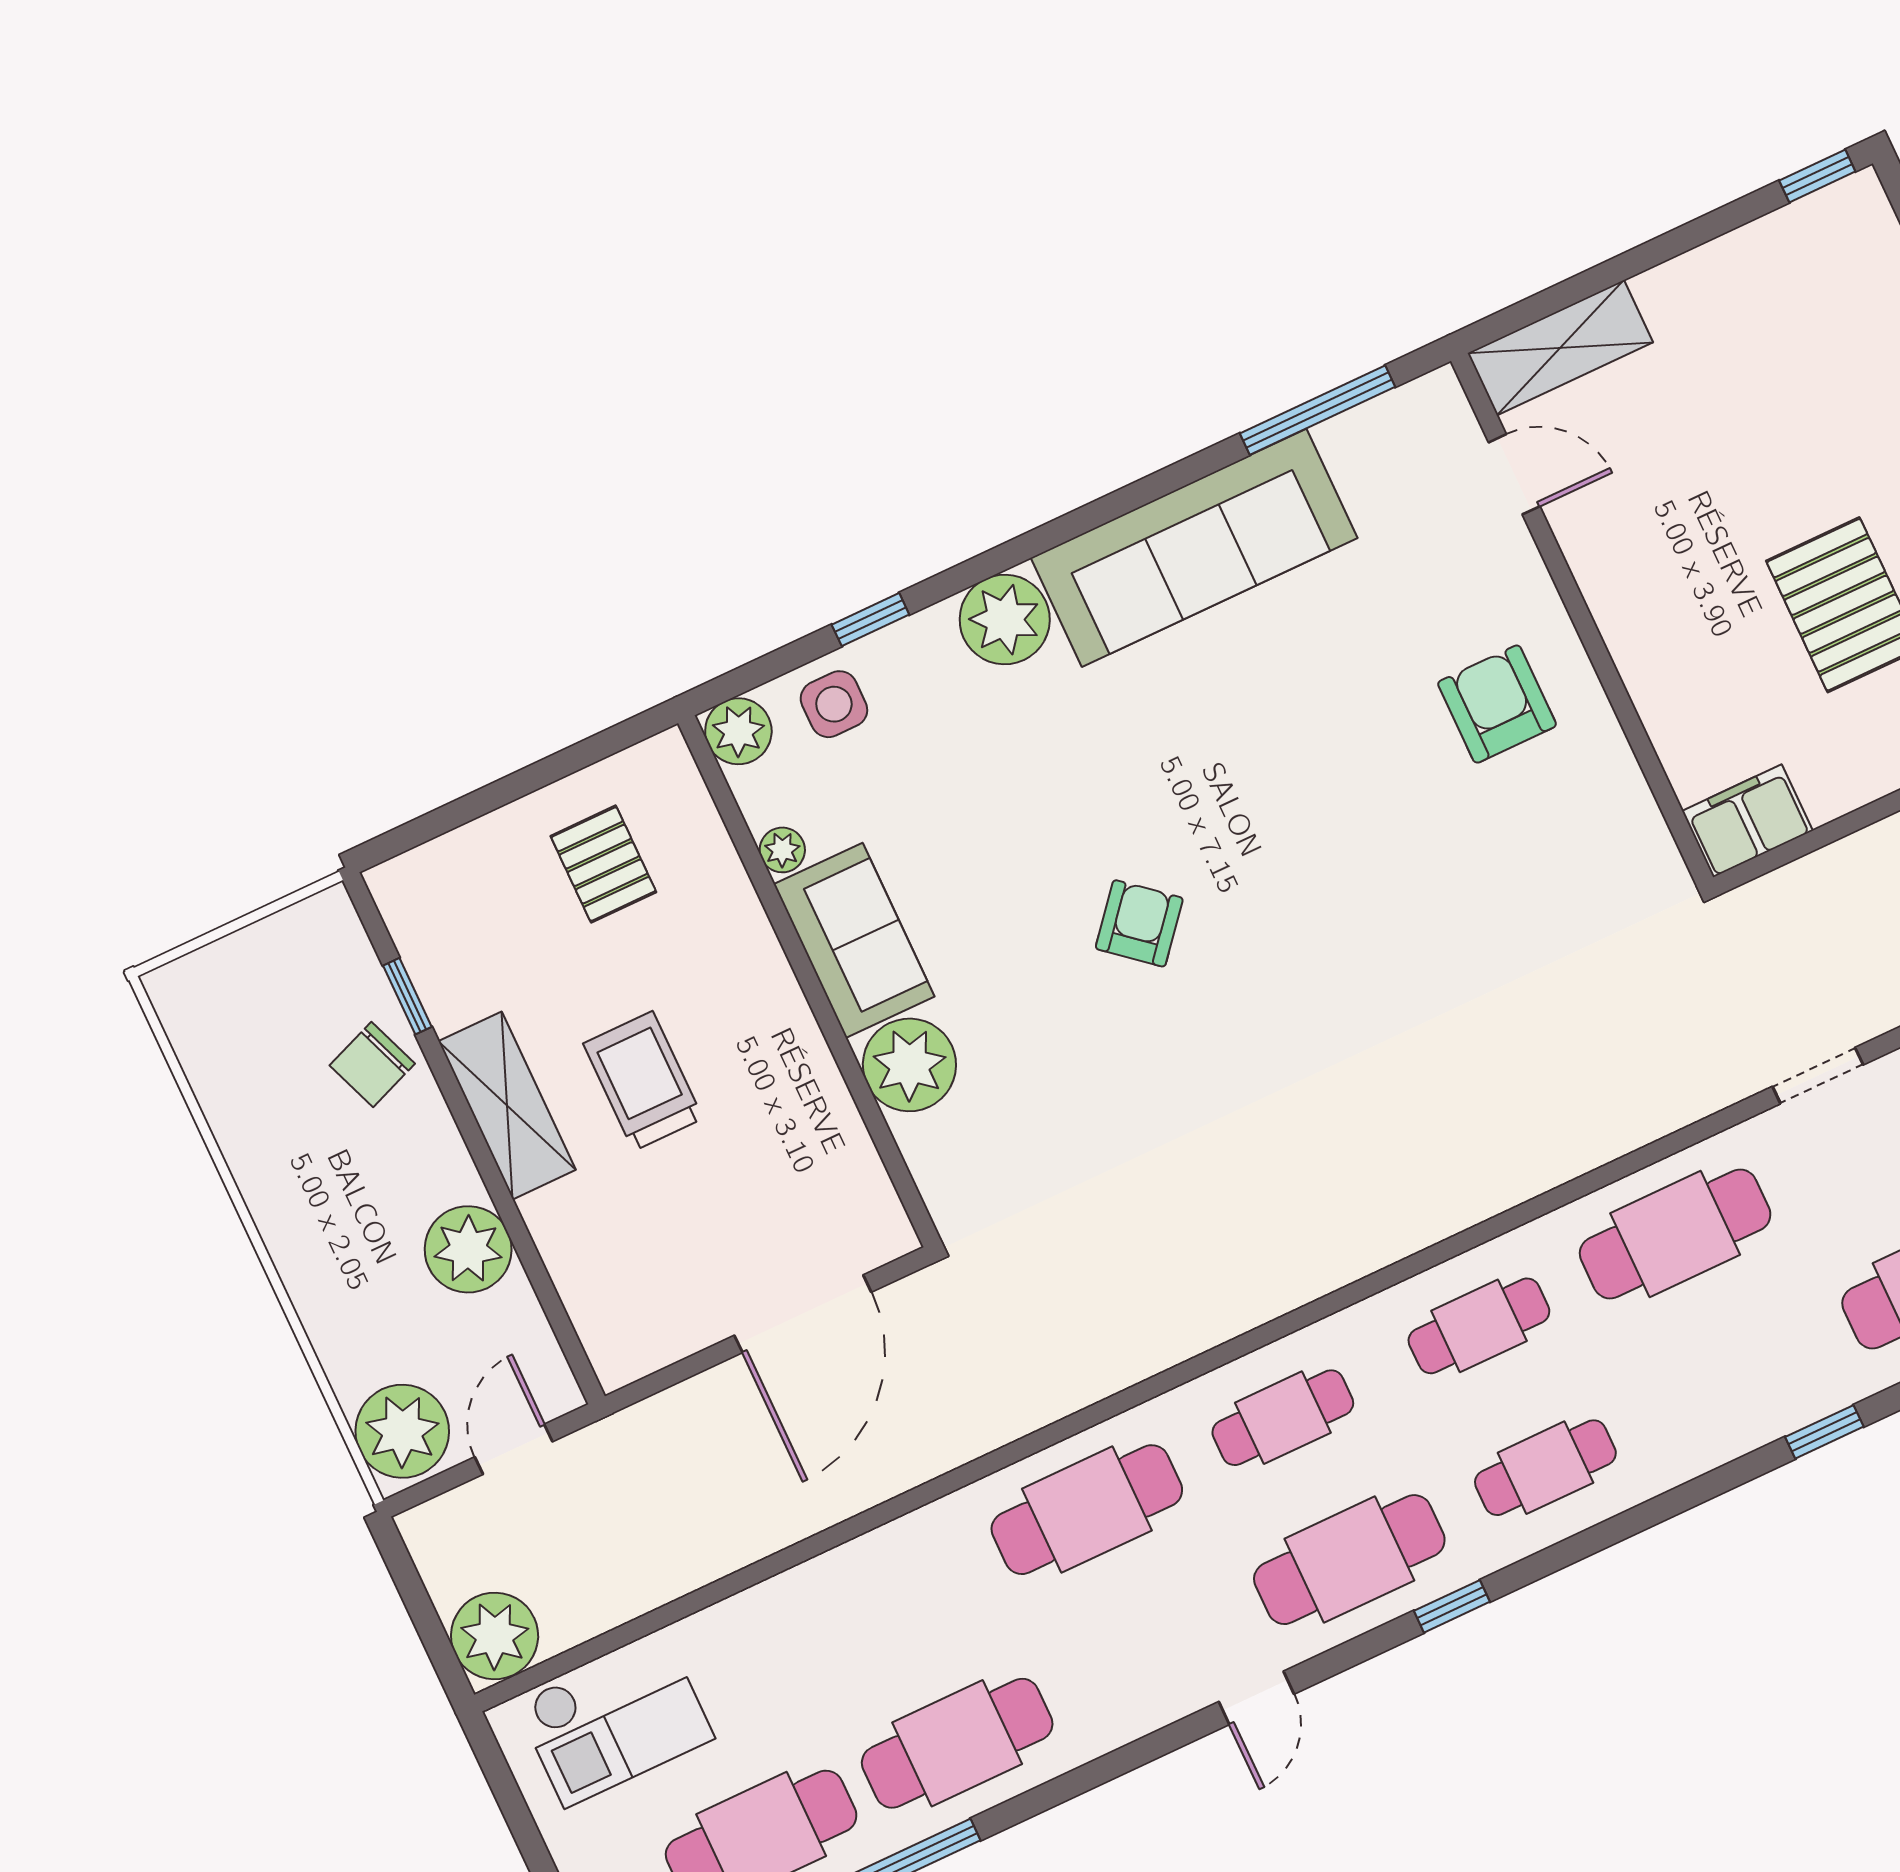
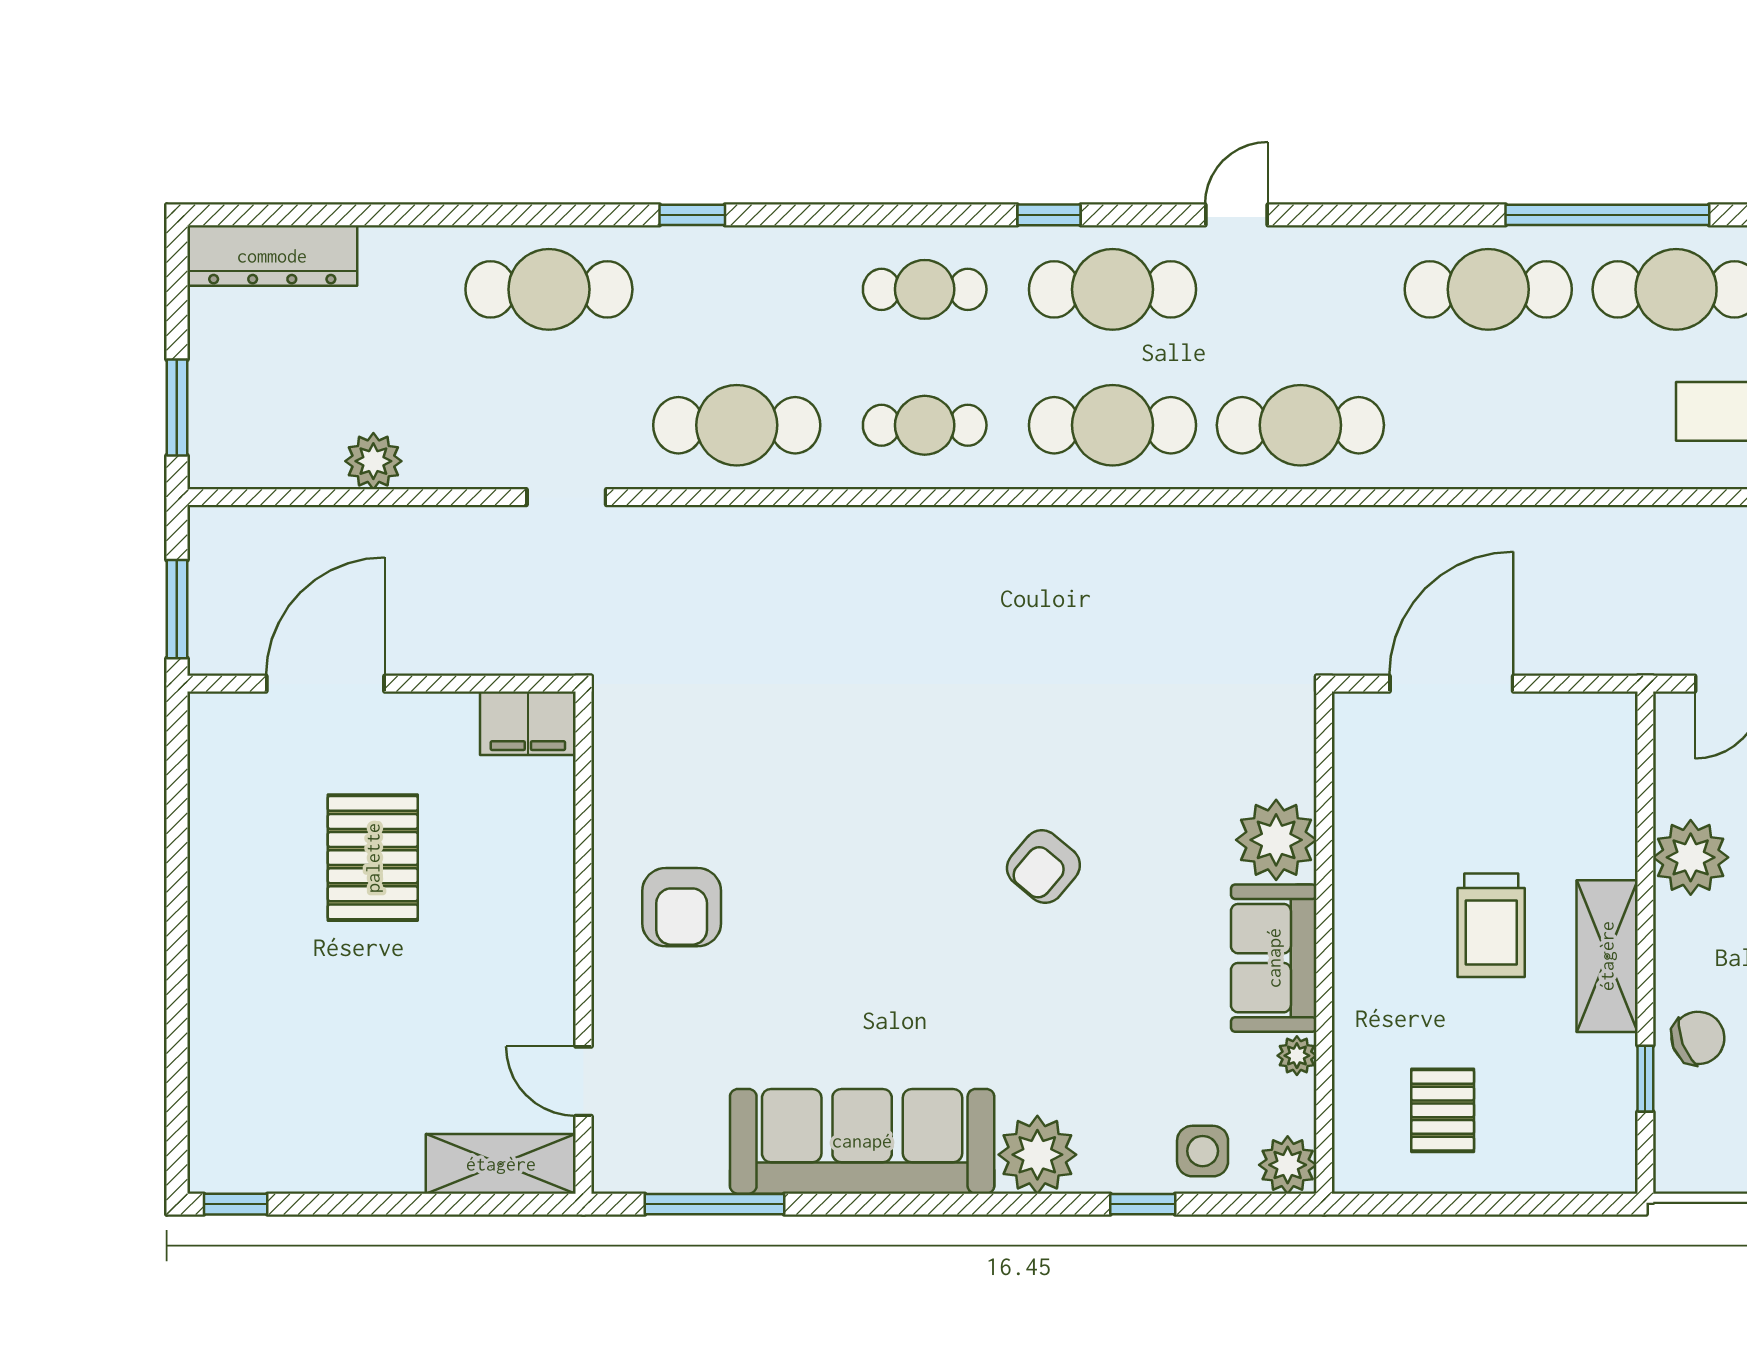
cafe table: (1283, 1418) -> (1113, 425), width x1.37, depth x1.35

